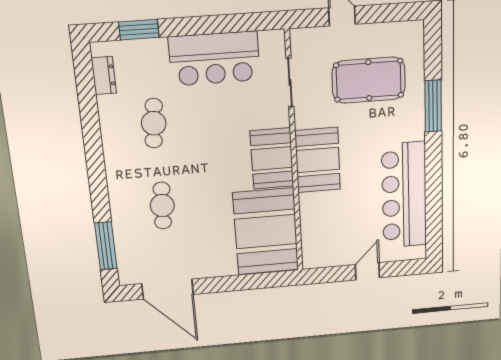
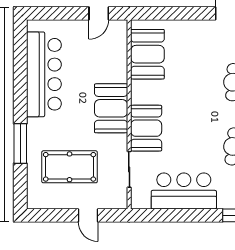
booth: (272, 158) -> (146, 128), moved
booth: (266, 231) -> (147, 54), width x0.73, depth x0.70
door: (367, 271) -> (99, 13), moved

